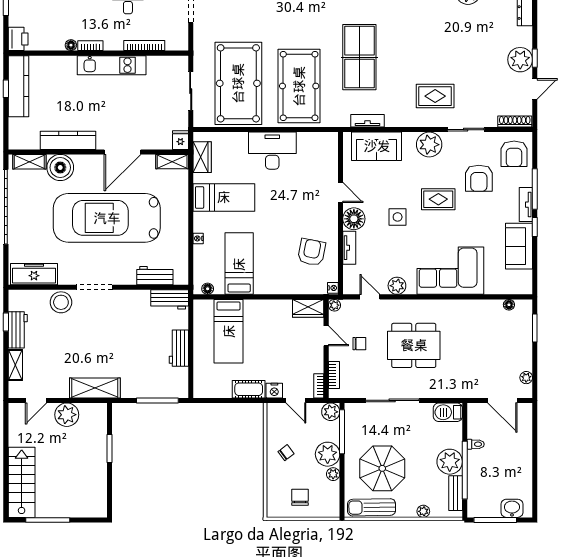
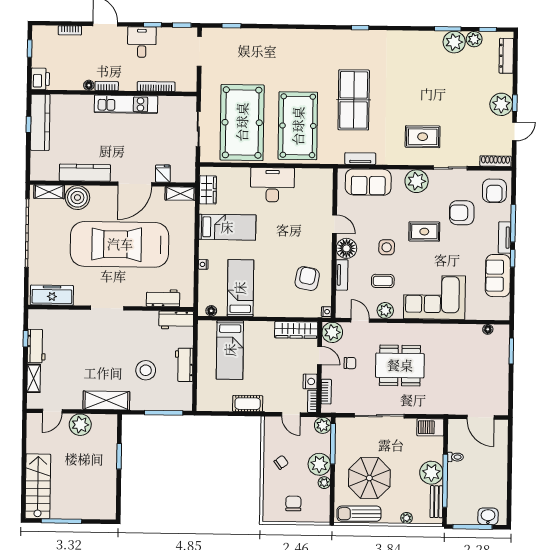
fridge: (180, 140) -> (163, 174), moved
armchair: (479, 178) -> (462, 213), turned 90
coffee table: (394, 254) -> (383, 281), added
stool: (61, 302) -> (146, 370), moved
plant: (334, 305) -> (332, 332), width x1.87, depth x1.87
wardrobe: (308, 308) -> (296, 330), width x1.50
plant: (526, 378) -> (503, 396), removed
nightstand: (274, 391) -> (310, 381), moved, turned -90

